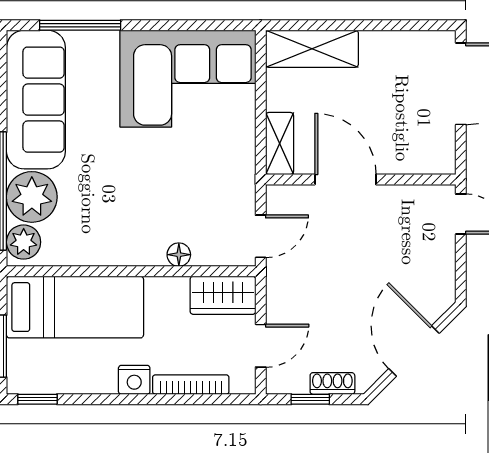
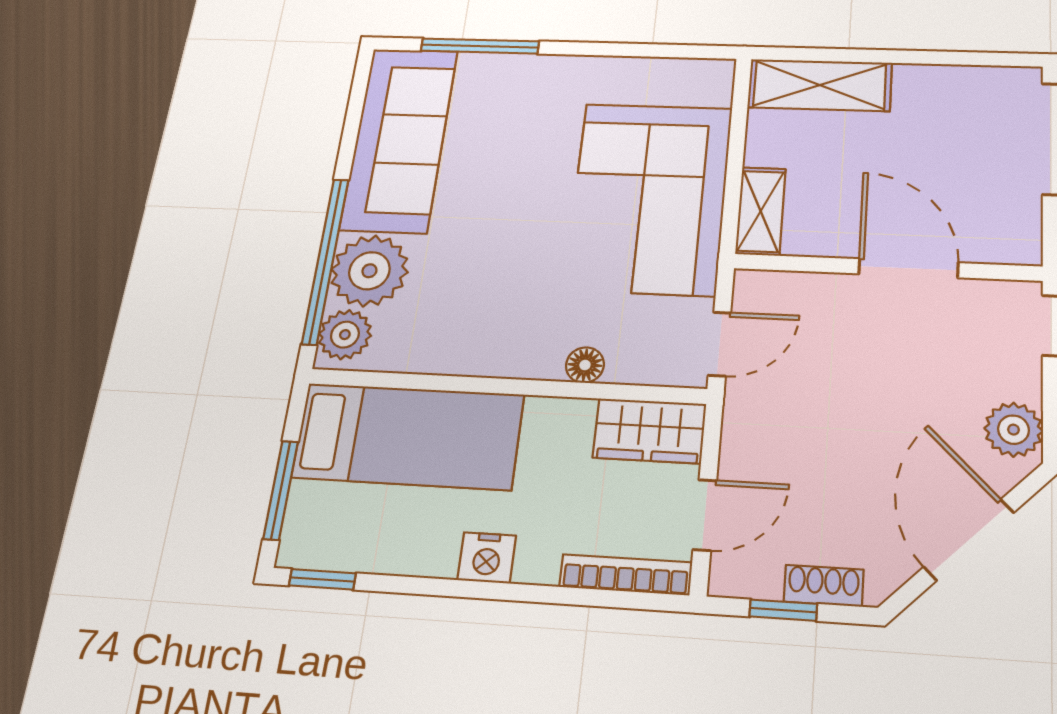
corner sofa: (188, 79) -> (649, 198), moved, turned 90
door: (345, 179) -> (908, 268), moved
plant: (439, 282) -> (1014, 430), added
bookcase: (191, 385) -> (626, 575), moved

